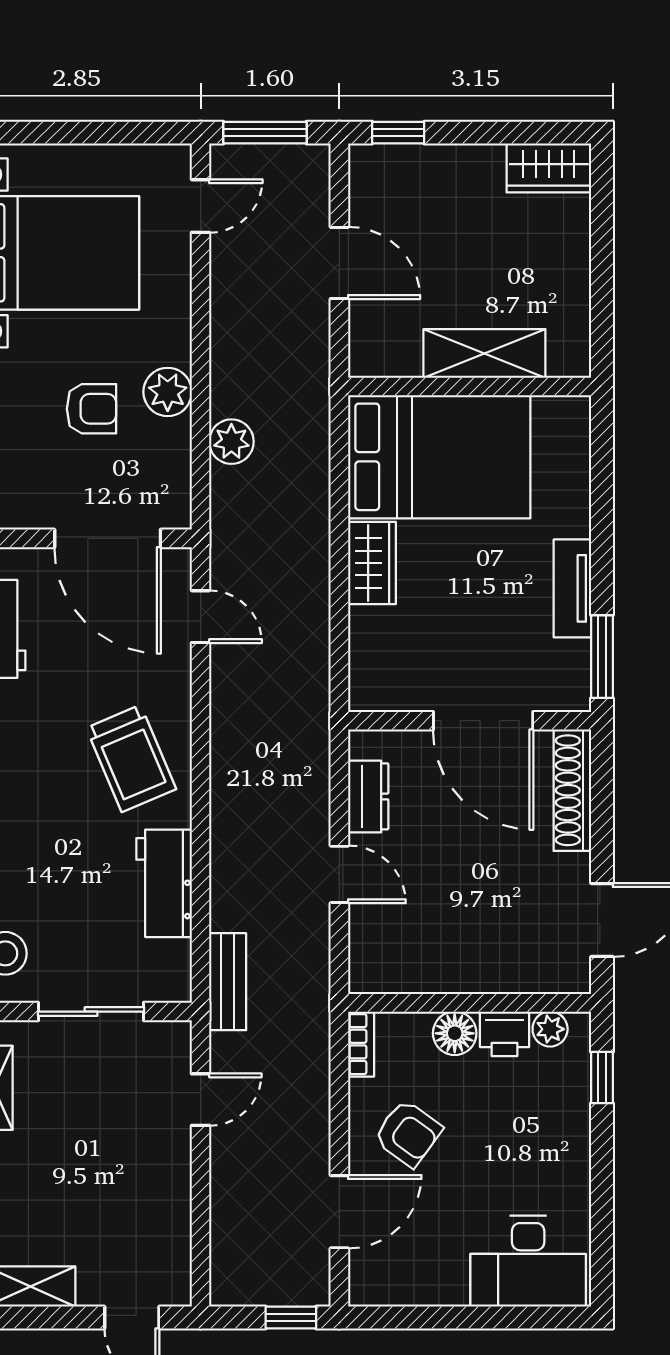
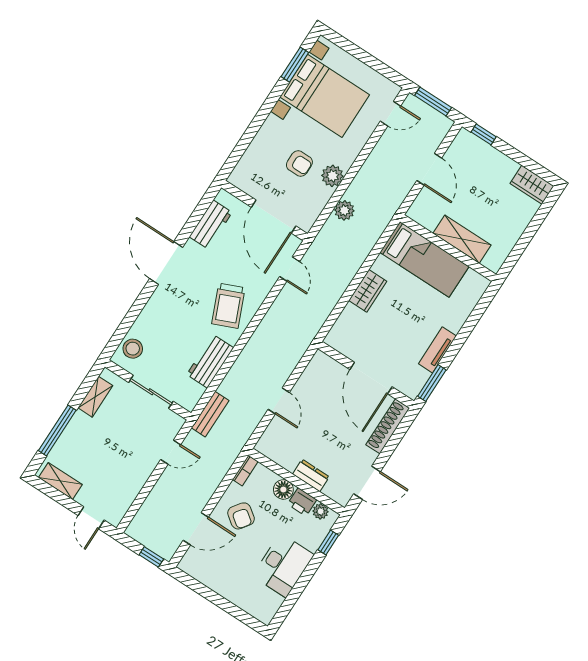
bed: (439, 457) -> (424, 259), width x0.67
dresser: (368, 796) -> (311, 475), moved, turned -90
desk: (528, 1261) -> (283, 565), moved, turned -90

